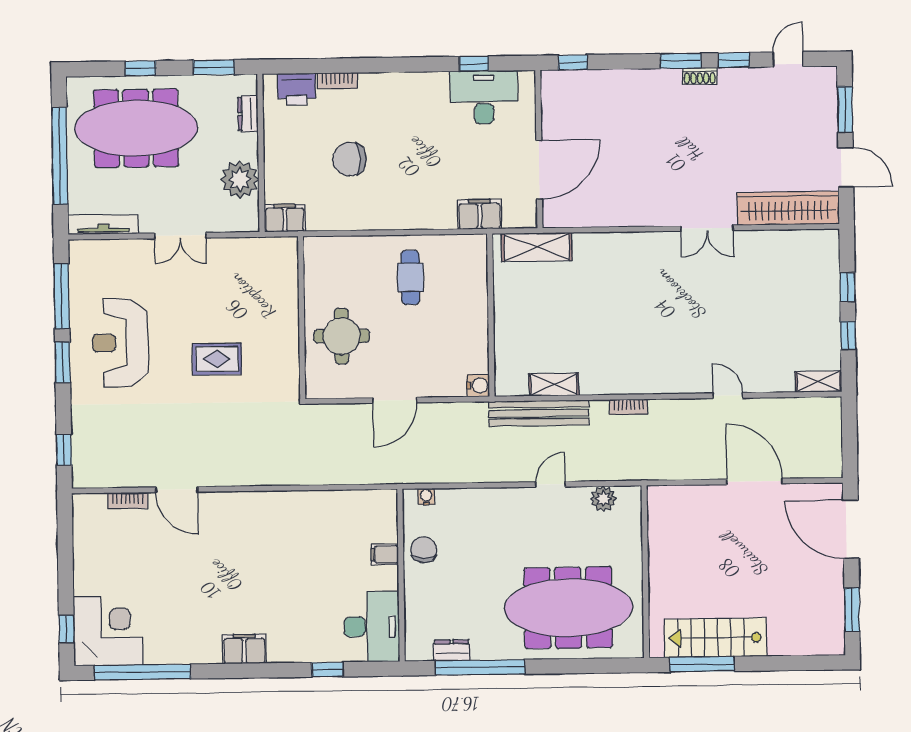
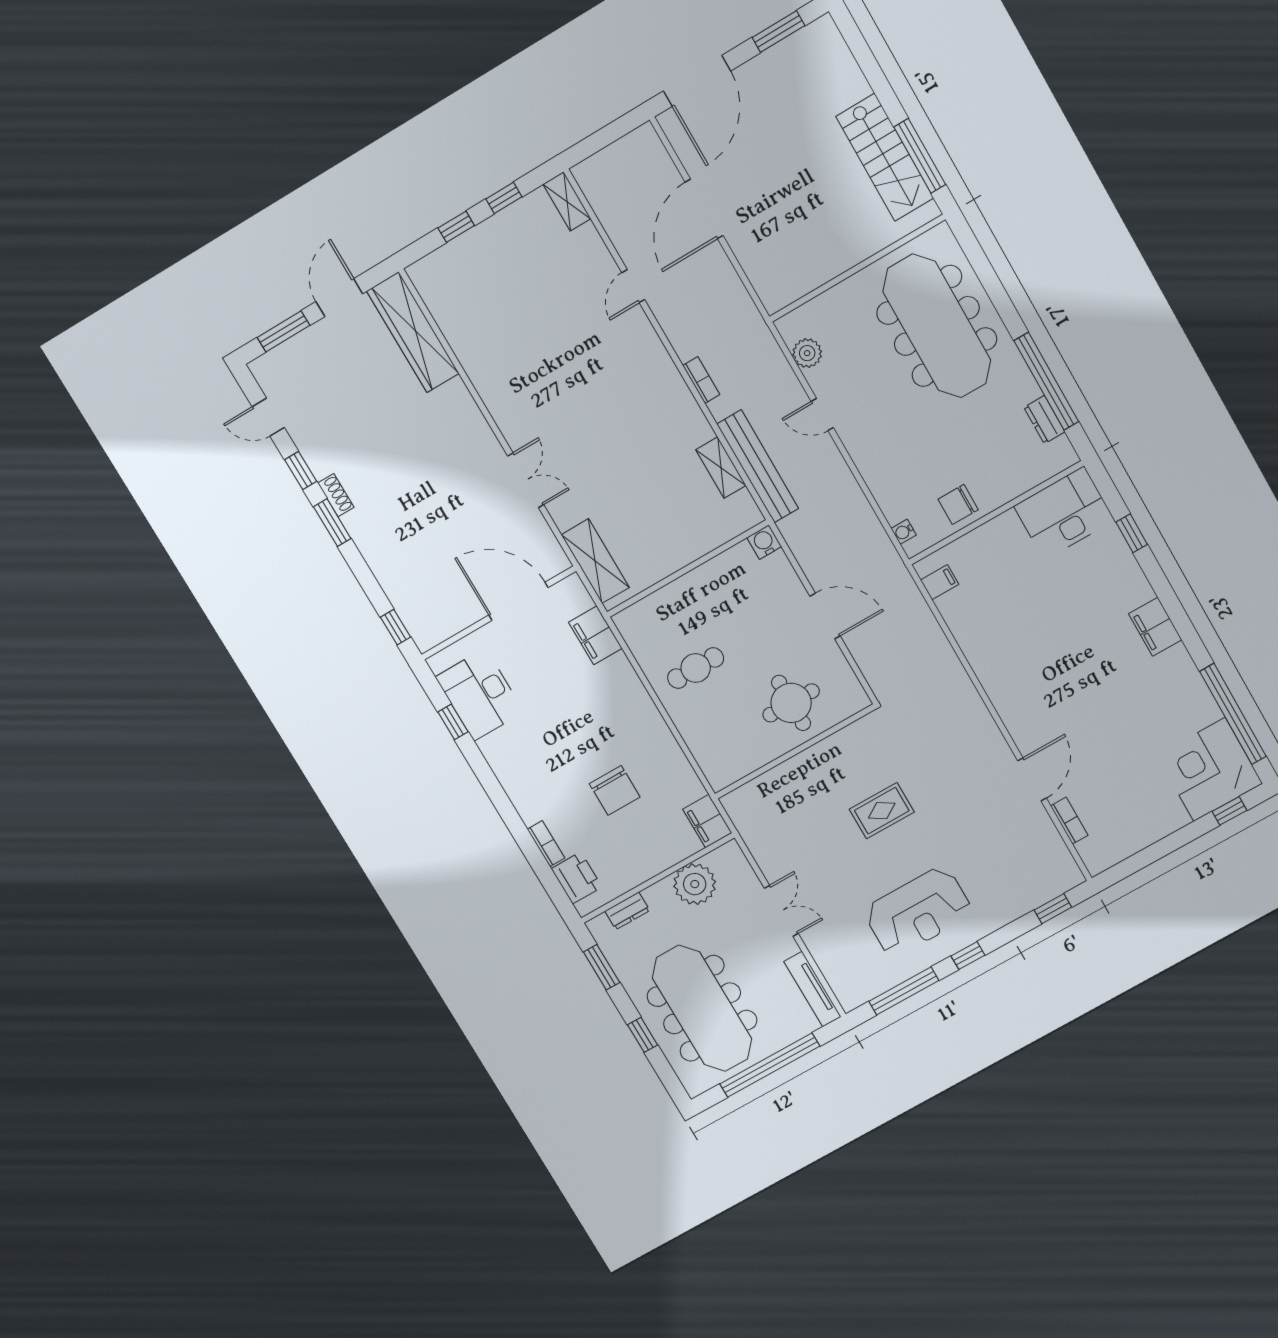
double door: (707, 228) -> (526, 480), moved
rug: (217, 359) -> (882, 811), turned 90
window: (63, 362) -> (968, 956), width x0.67
filing cabinet: (385, 554) -> (940, 582), moved, turned -90

